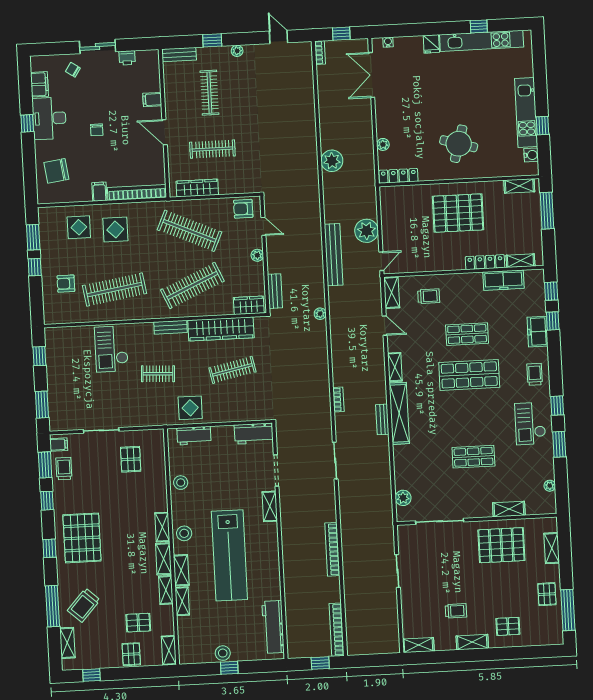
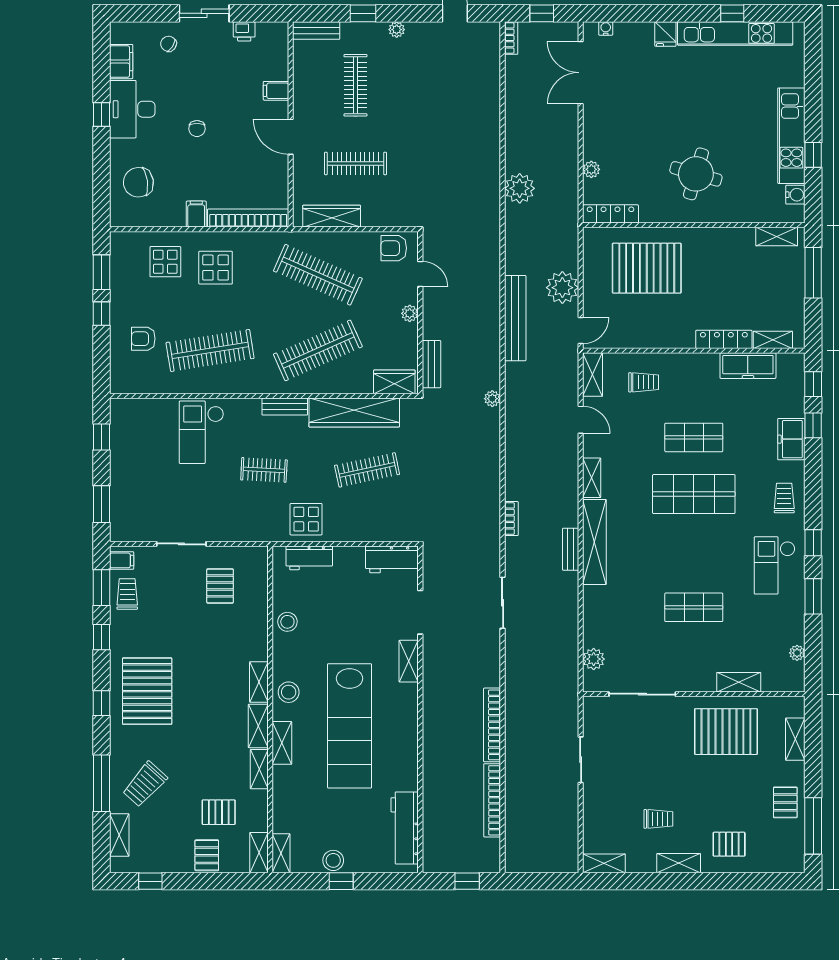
pallet: (458, 213) -> (647, 268), moved
shelving: (182, 601) -> (281, 853), moved
bookcase: (337, 630) -> (492, 800), moved

